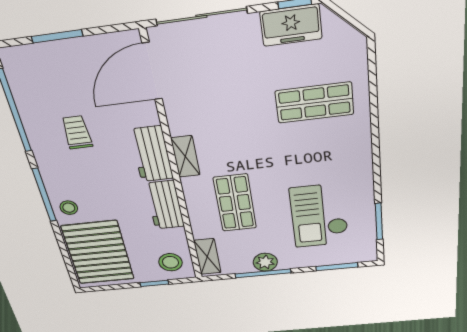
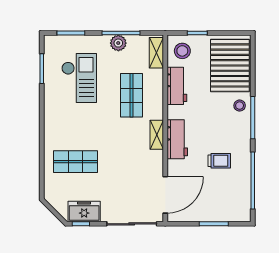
trolley: (77, 132) -> (219, 161), turned -90
workbench: (165, 205) -> (177, 86), moved

